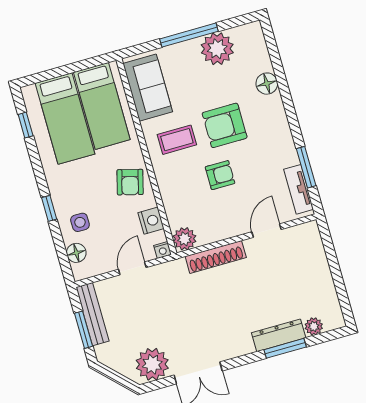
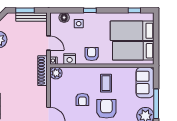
sofa: (148, 88) -> (145, 82), moved, turned 90
armchair: (130, 182) -> (92, 54), turned 75
shoe rack: (216, 257) -> (43, 71), moved

